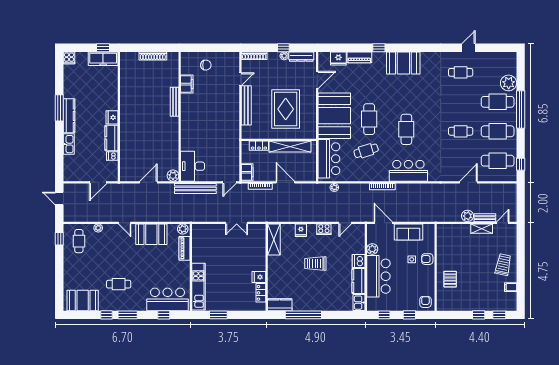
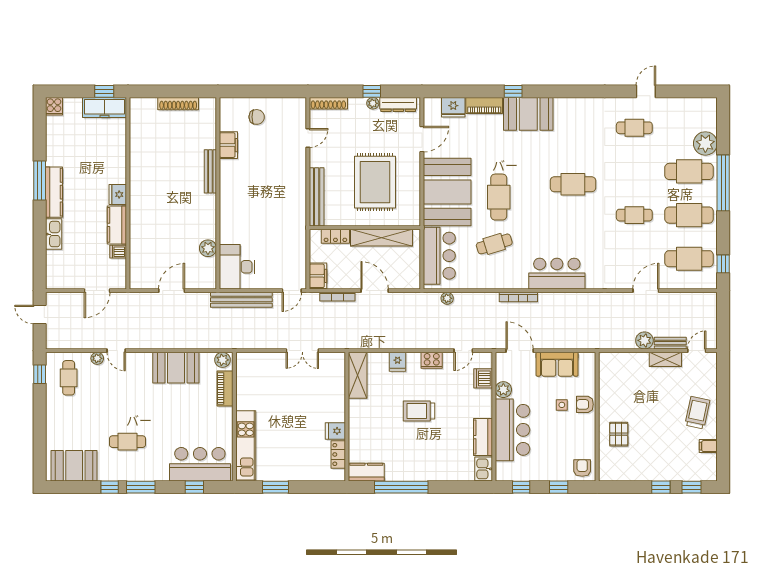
booth: (403, 63) -> (528, 114), moved
bench: (246, 105) -> (317, 197), moved
cafe table: (406, 129) -> (573, 184), moved, turned 90
plant: (173, 176) -> (208, 248), moved
door: (125, 223) -> (116, 351), moved
dishwasher: (359, 261) -> (483, 378), moved

